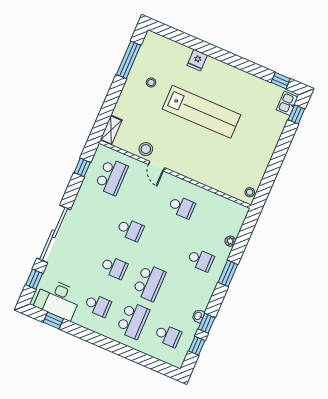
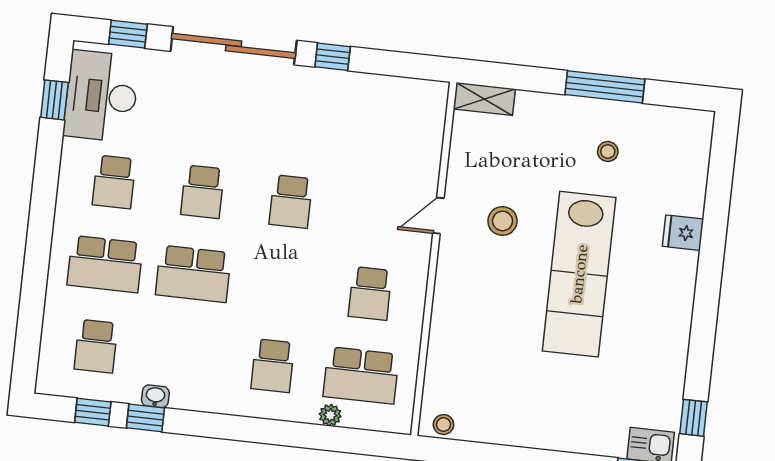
window: (129, 60) -> (605, 87), moved
stool: (146, 149) -> (502, 221), moved
window: (82, 167) -> (333, 57), moved
school desk: (111, 177) -> (361, 375), moved
window: (228, 273) -> (262, 431), removed

